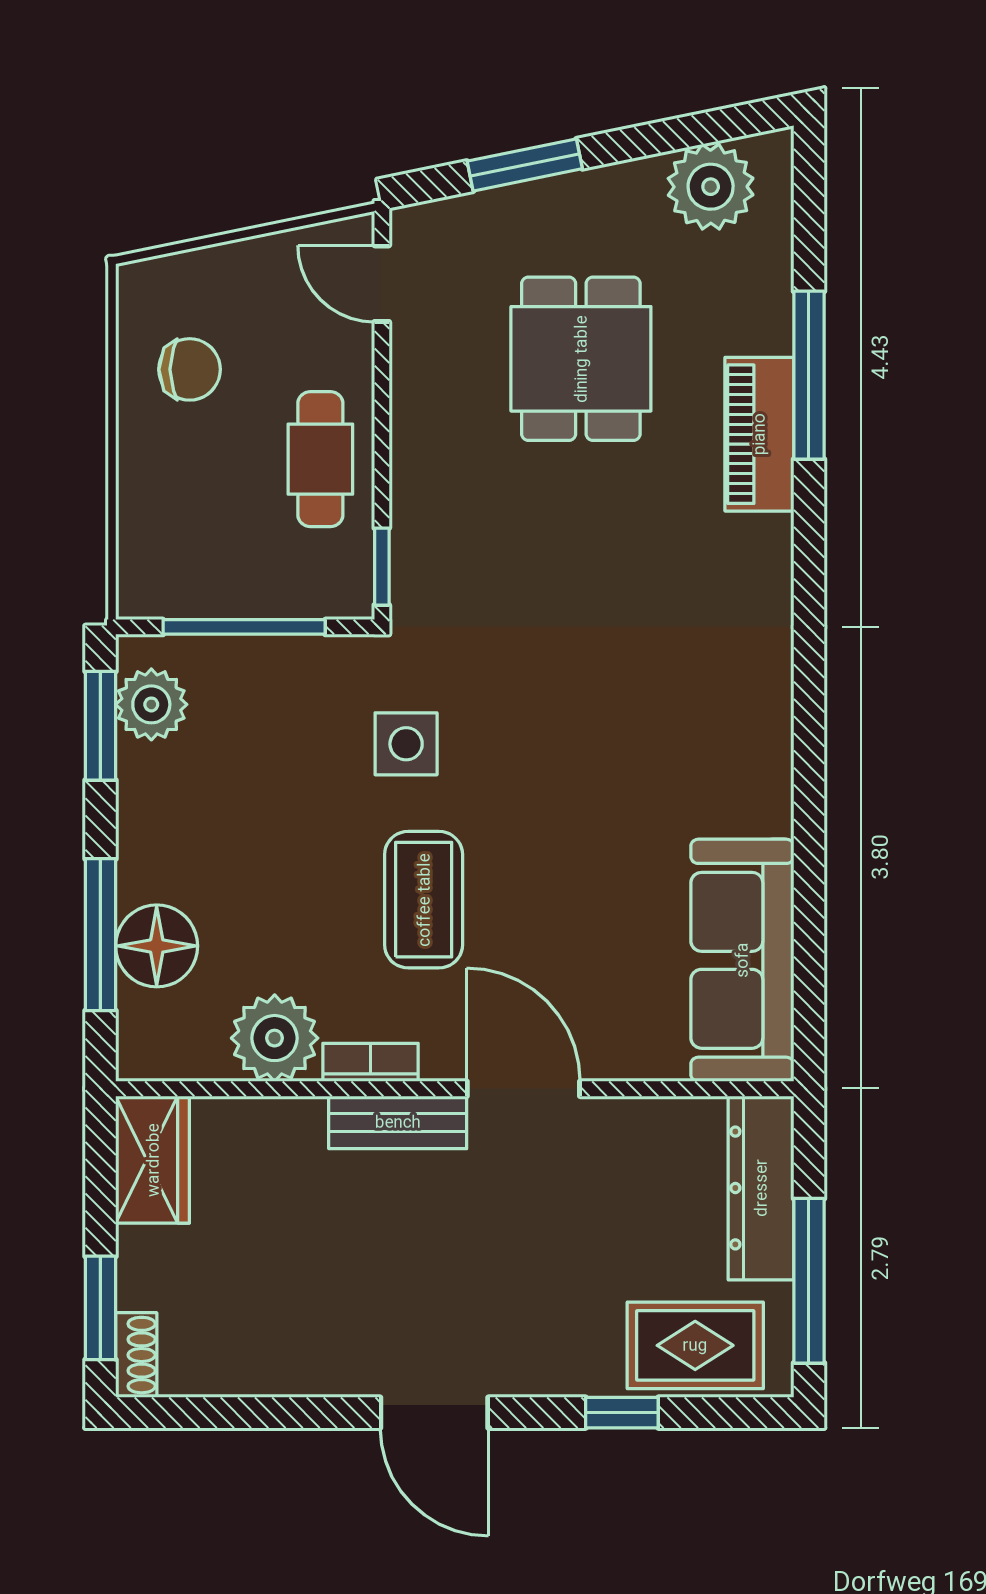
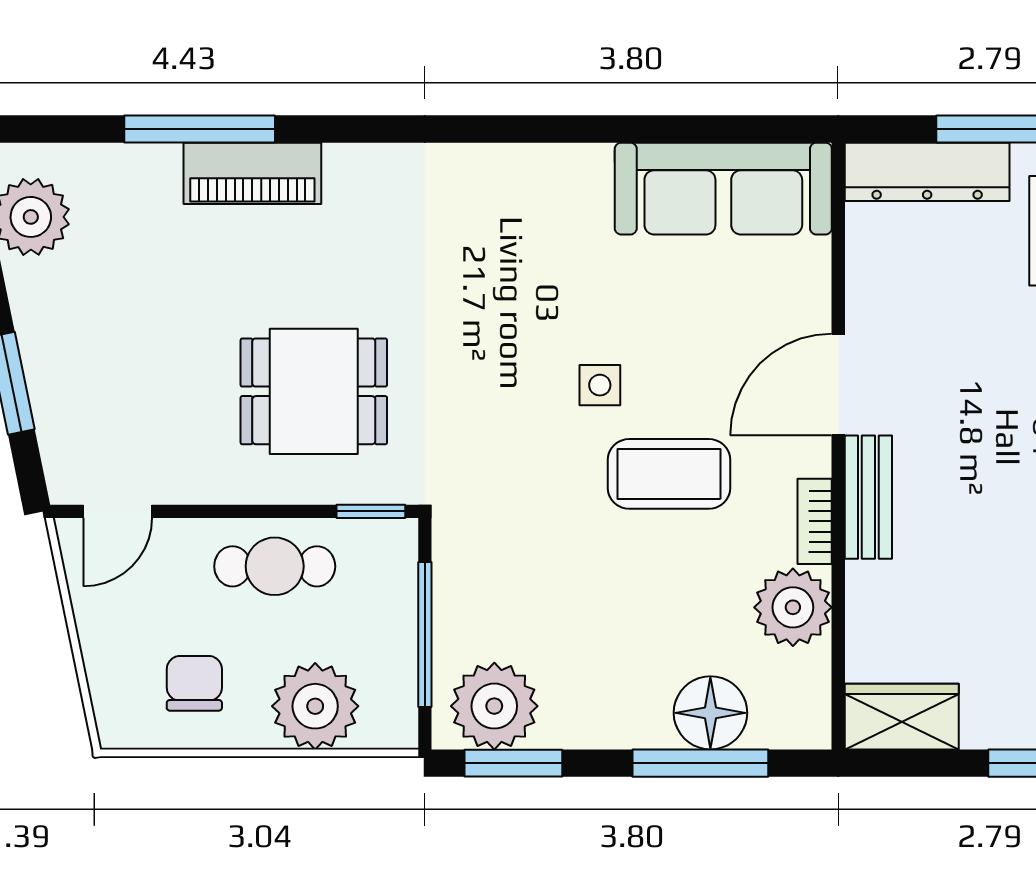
dining table: (581, 359) -> (314, 391), moved
plant: (164, 504) -> (315, 706), added
plant: (151, 704) -> (494, 706), width x1.36, depth x1.36
side table: (406, 744) -> (600, 385), moved, width x0.73, depth x0.73

